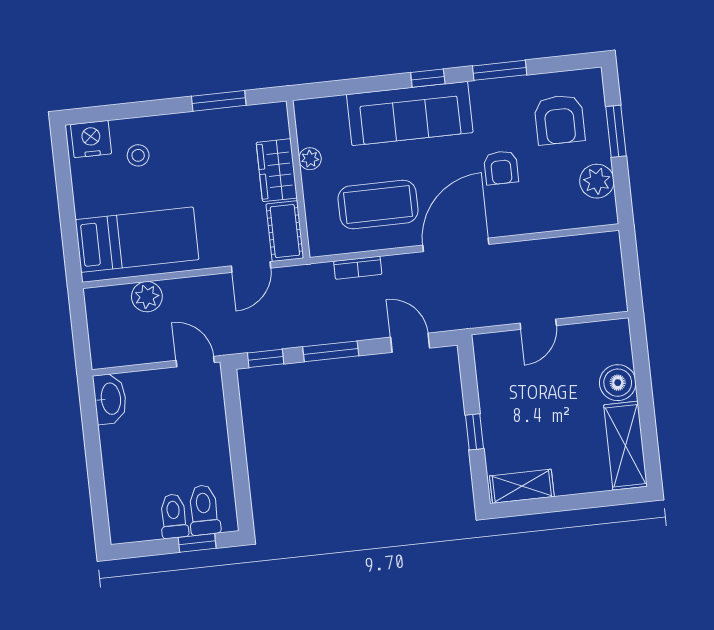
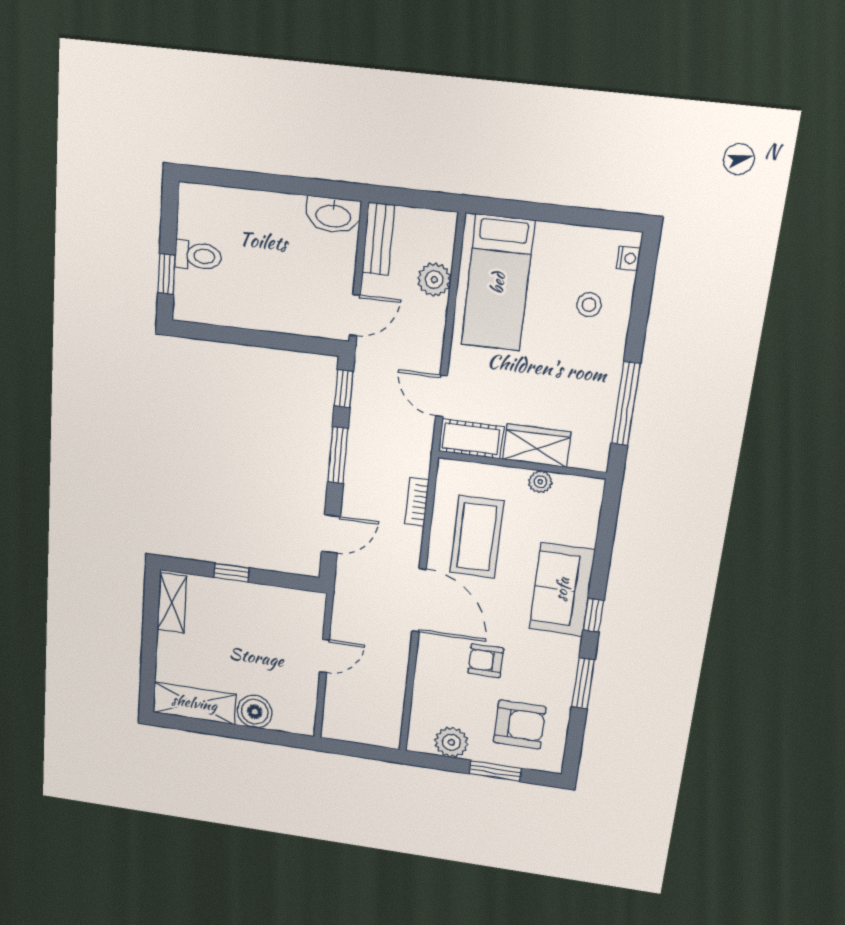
window: (219, 101) -> (626, 404), width x1.44
sofa: (410, 113) -> (562, 589), width x0.73
armchair: (559, 120) -> (520, 725), turned 180
nightstand: (91, 139) -> (629, 258), width x0.53, depth x0.56
door: (538, 324) -> (325, 656), swing flipped
bench: (122, 354) -> (378, 239), added
toilet: (204, 510) -> (199, 289), removed

